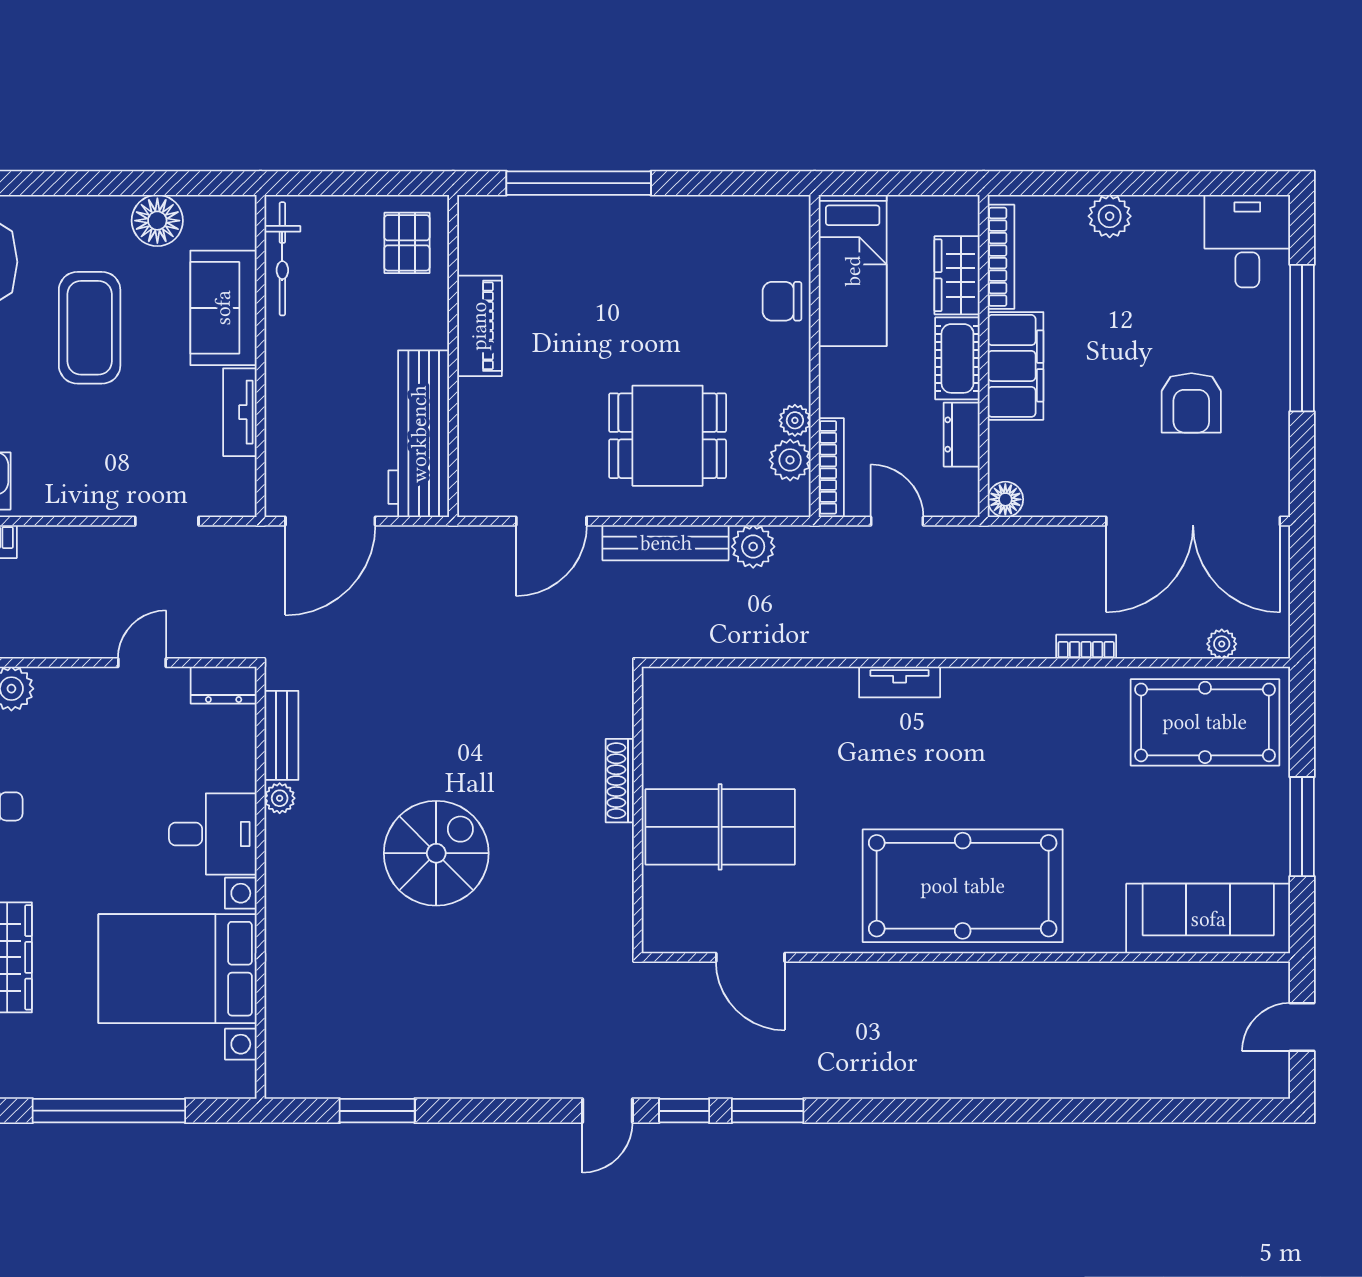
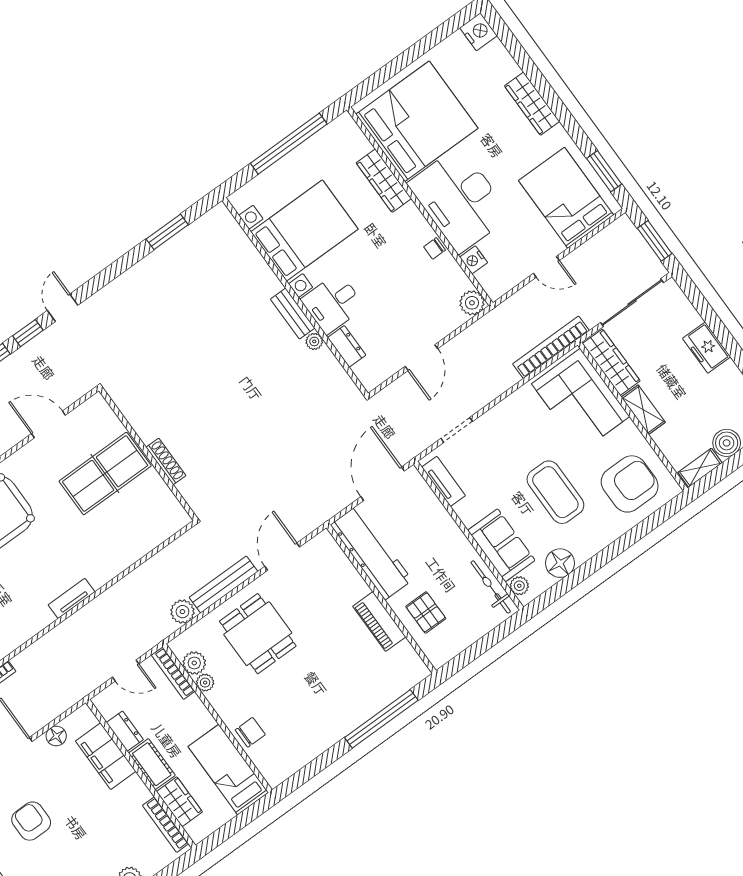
plant: (240, 231) -> (519, 586), added
pallet: (407, 243) -> (426, 612), moved
filing cabinet: (1016, 366) -> (106, 756), moved
tv unit: (240, 412) -> (444, 481), moved
dining table: (668, 436) -> (258, 634), turned 90
floor lamp: (1005, 499) -> (56, 736), moved
door: (142, 663) -> (421, 358), width x1.37
dresser: (224, 685) -> (347, 346), moved, turned 90
bench: (281, 735) -> (293, 314), moved
spiral stairs: (436, 853) -> (225, 368), removed

